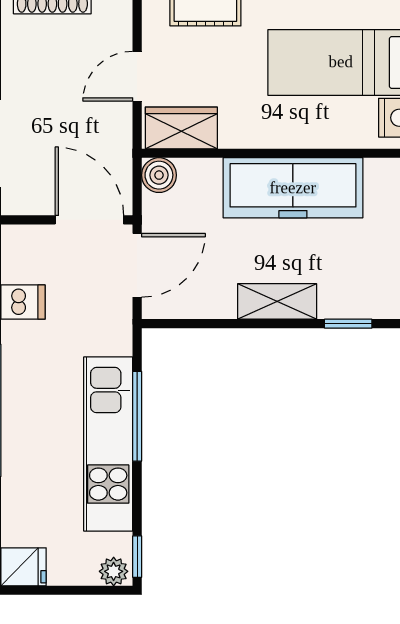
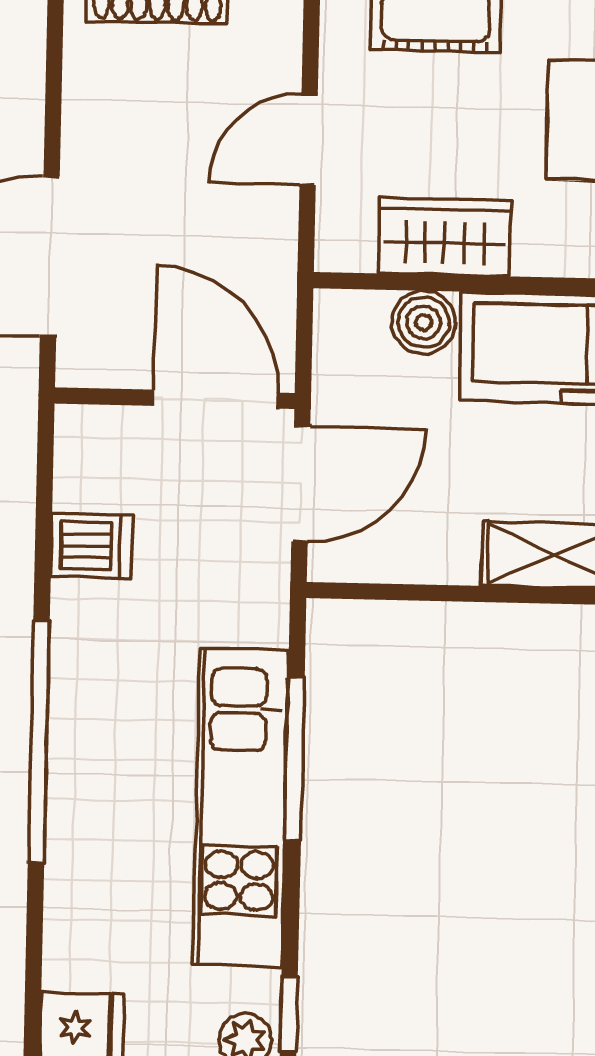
wardrobe: (181, 128) -> (445, 237), moved
boiler: (159, 175) -> (424, 322), moved

